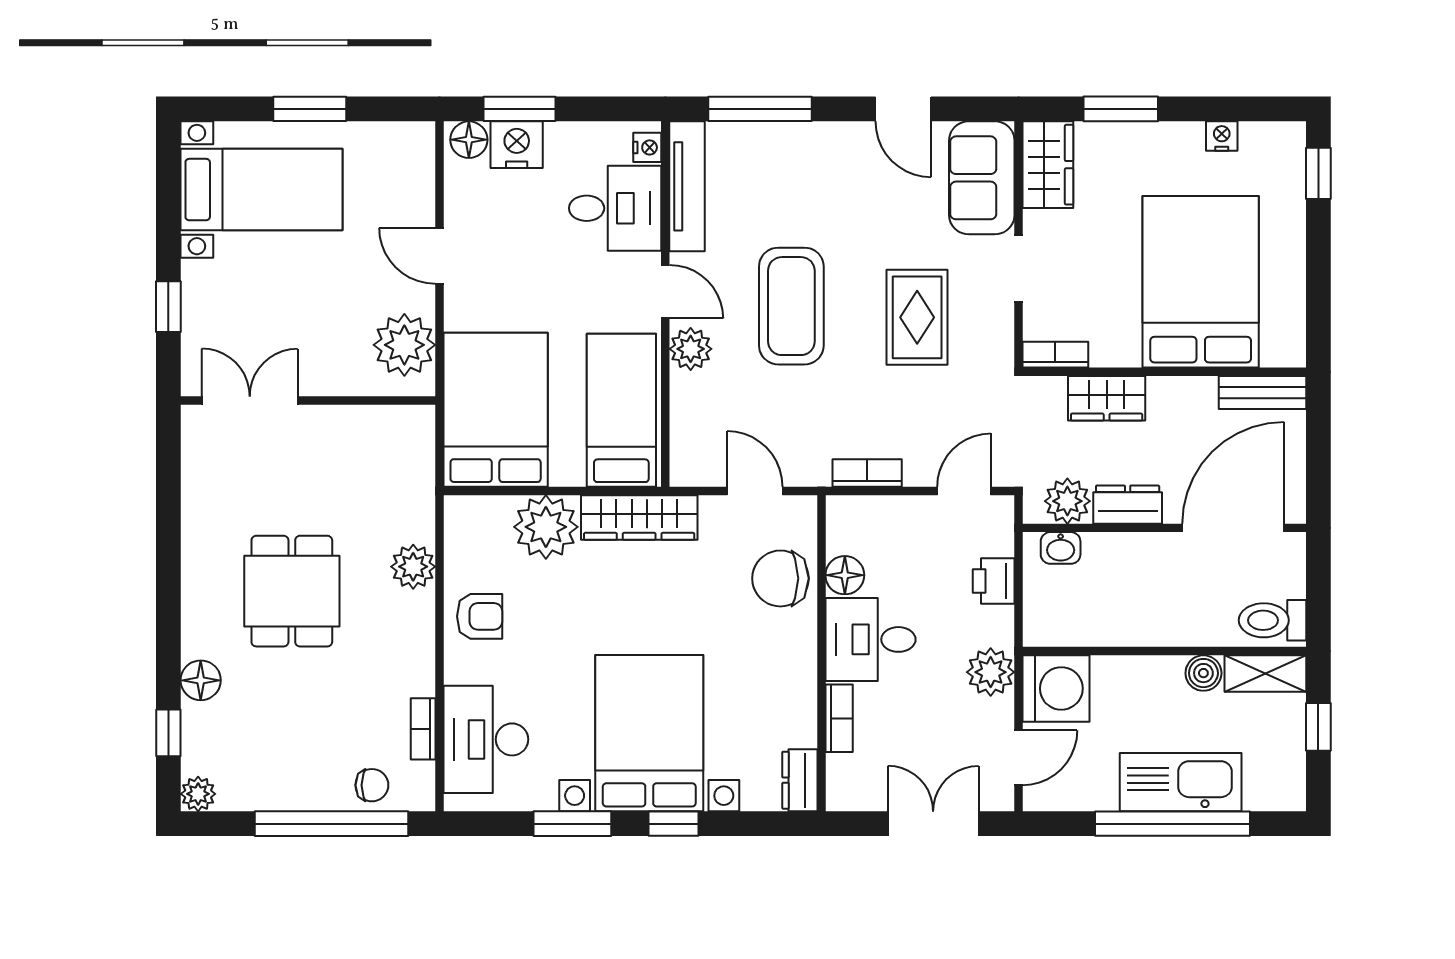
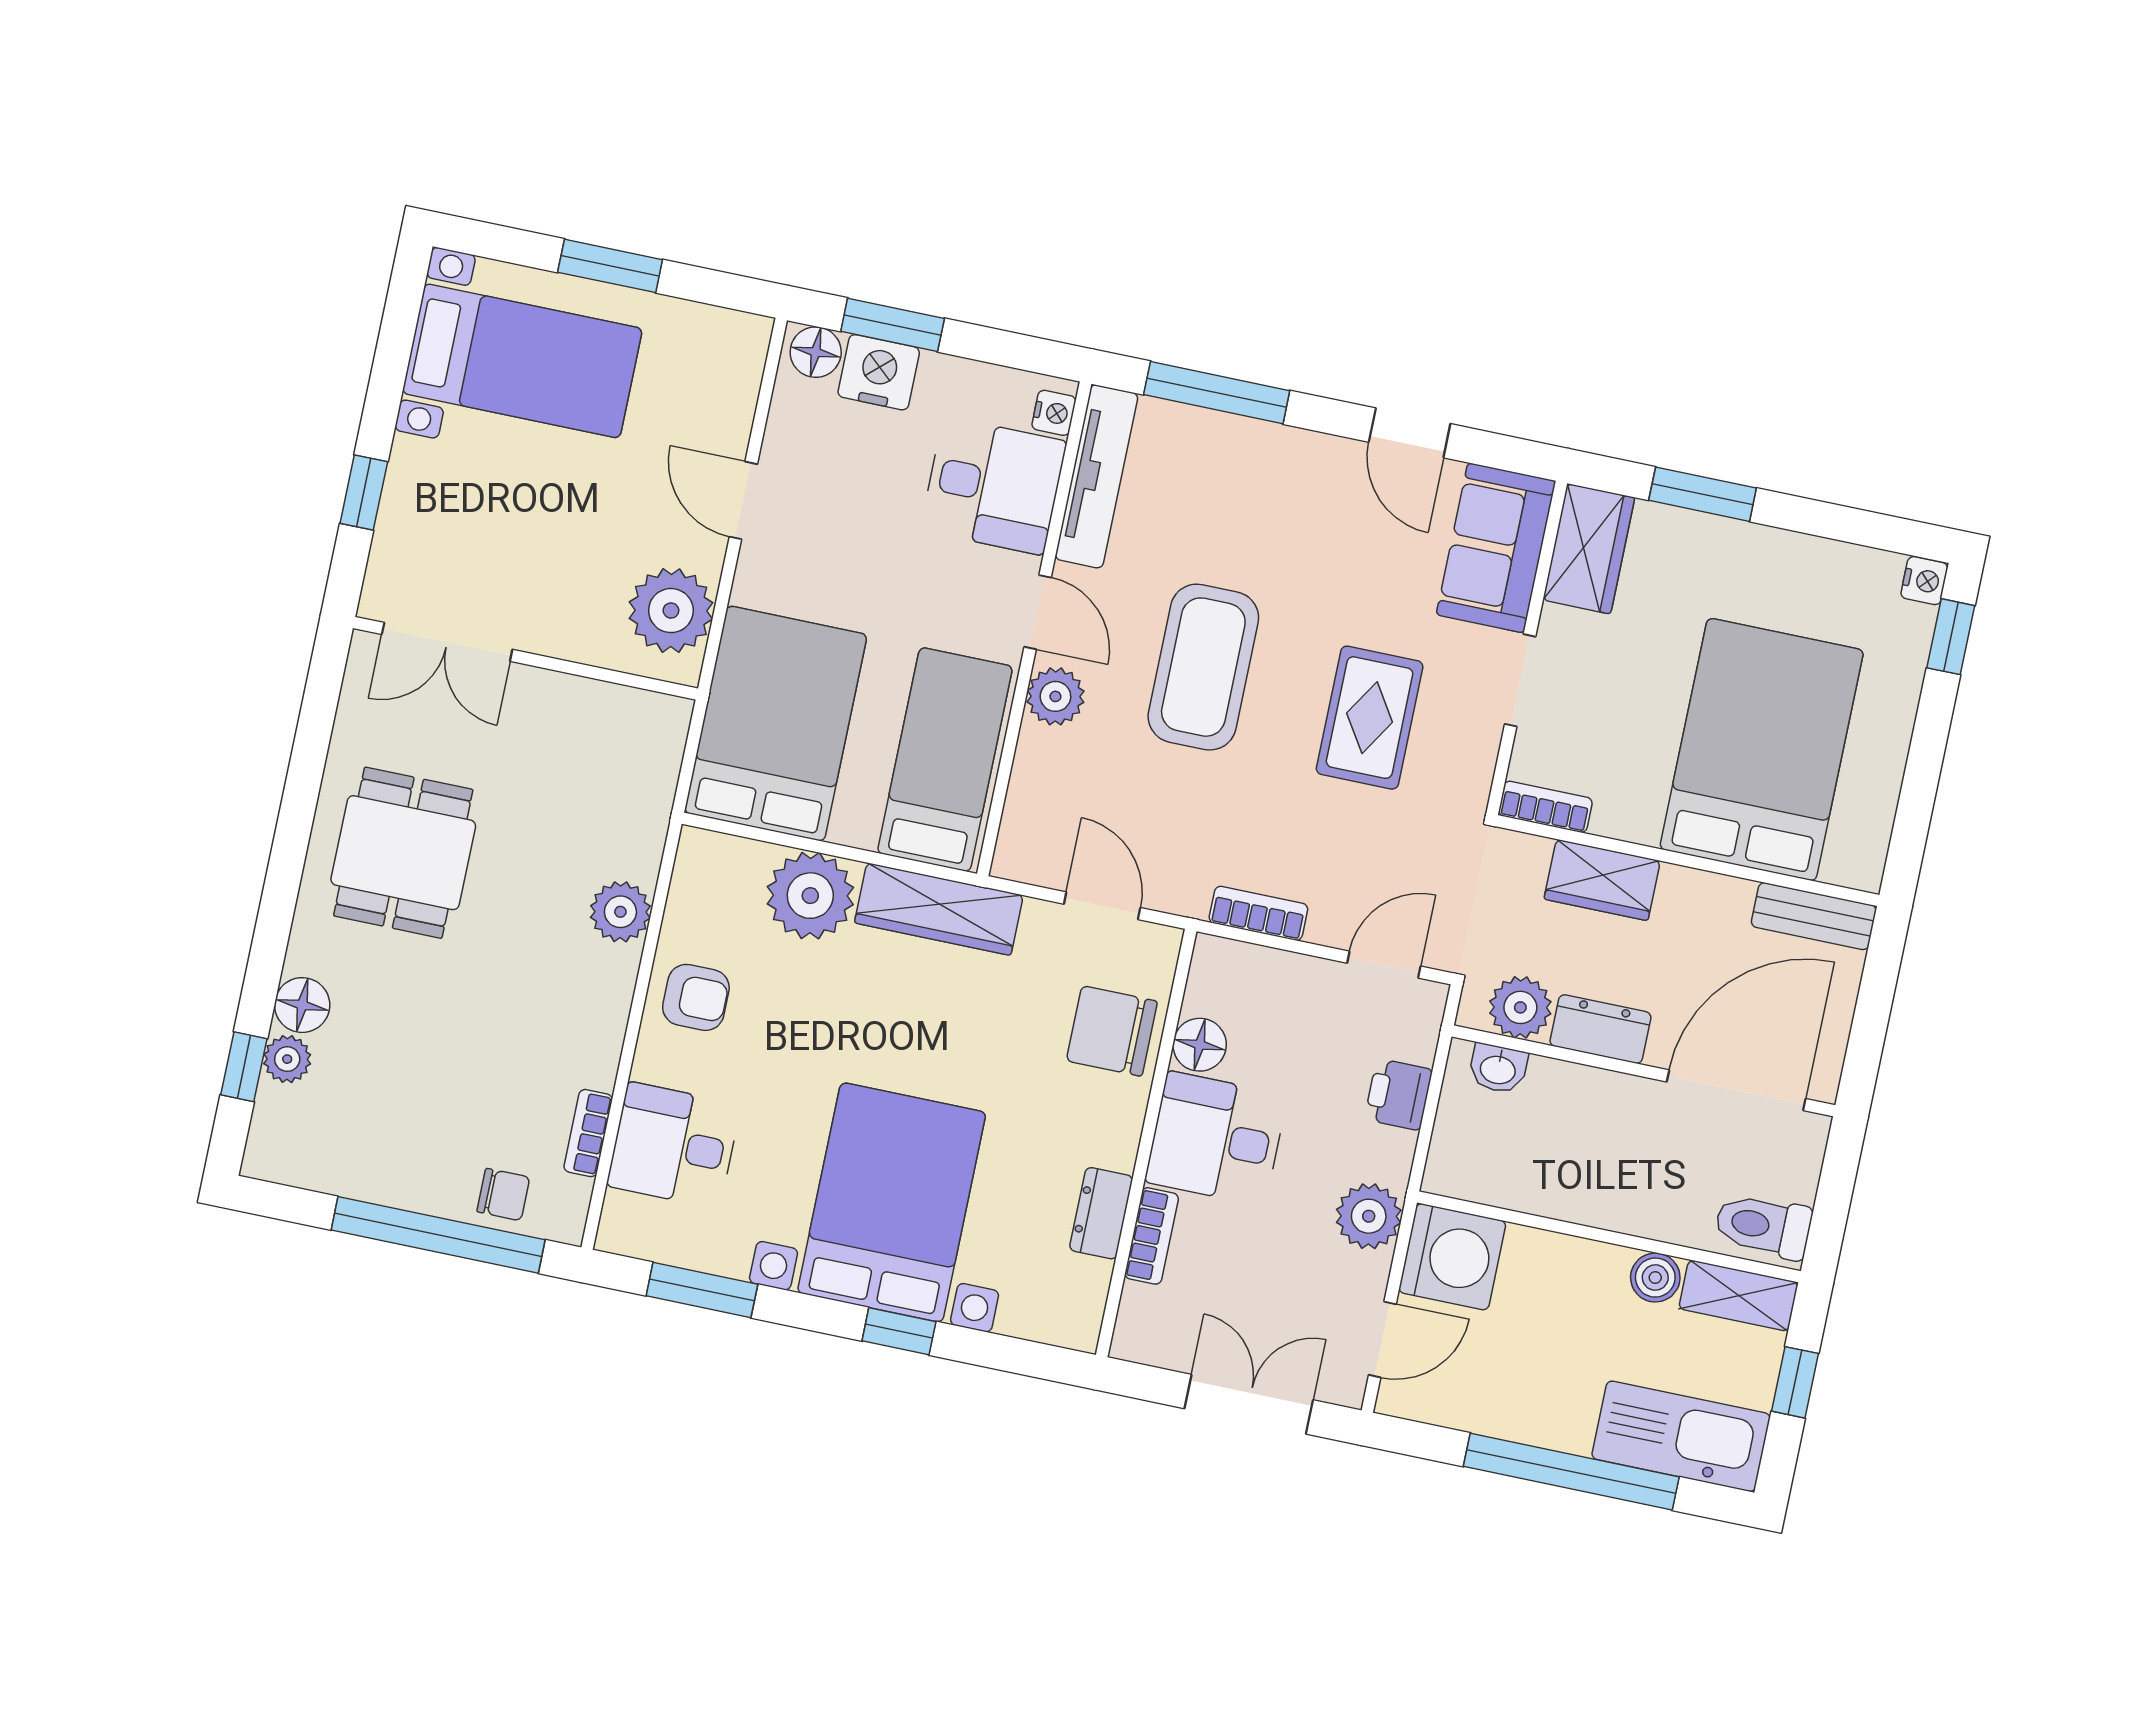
nightstand: (1222, 136) -> (1924, 581), moved, turned 90
double door: (250, 401) -> (447, 642), swing flipped
dining table: (292, 591) -> (403, 853), moved
desk: (486, 739) -> (674, 1145), width x0.73
dresser: (800, 780) -> (1101, 1213), moved
kitchen sink: (1181, 782) -> (1681, 1436), moved
plant: (198, 794) -> (287, 1059), moved
window: (572, 824) -> (702, 1290), moved

